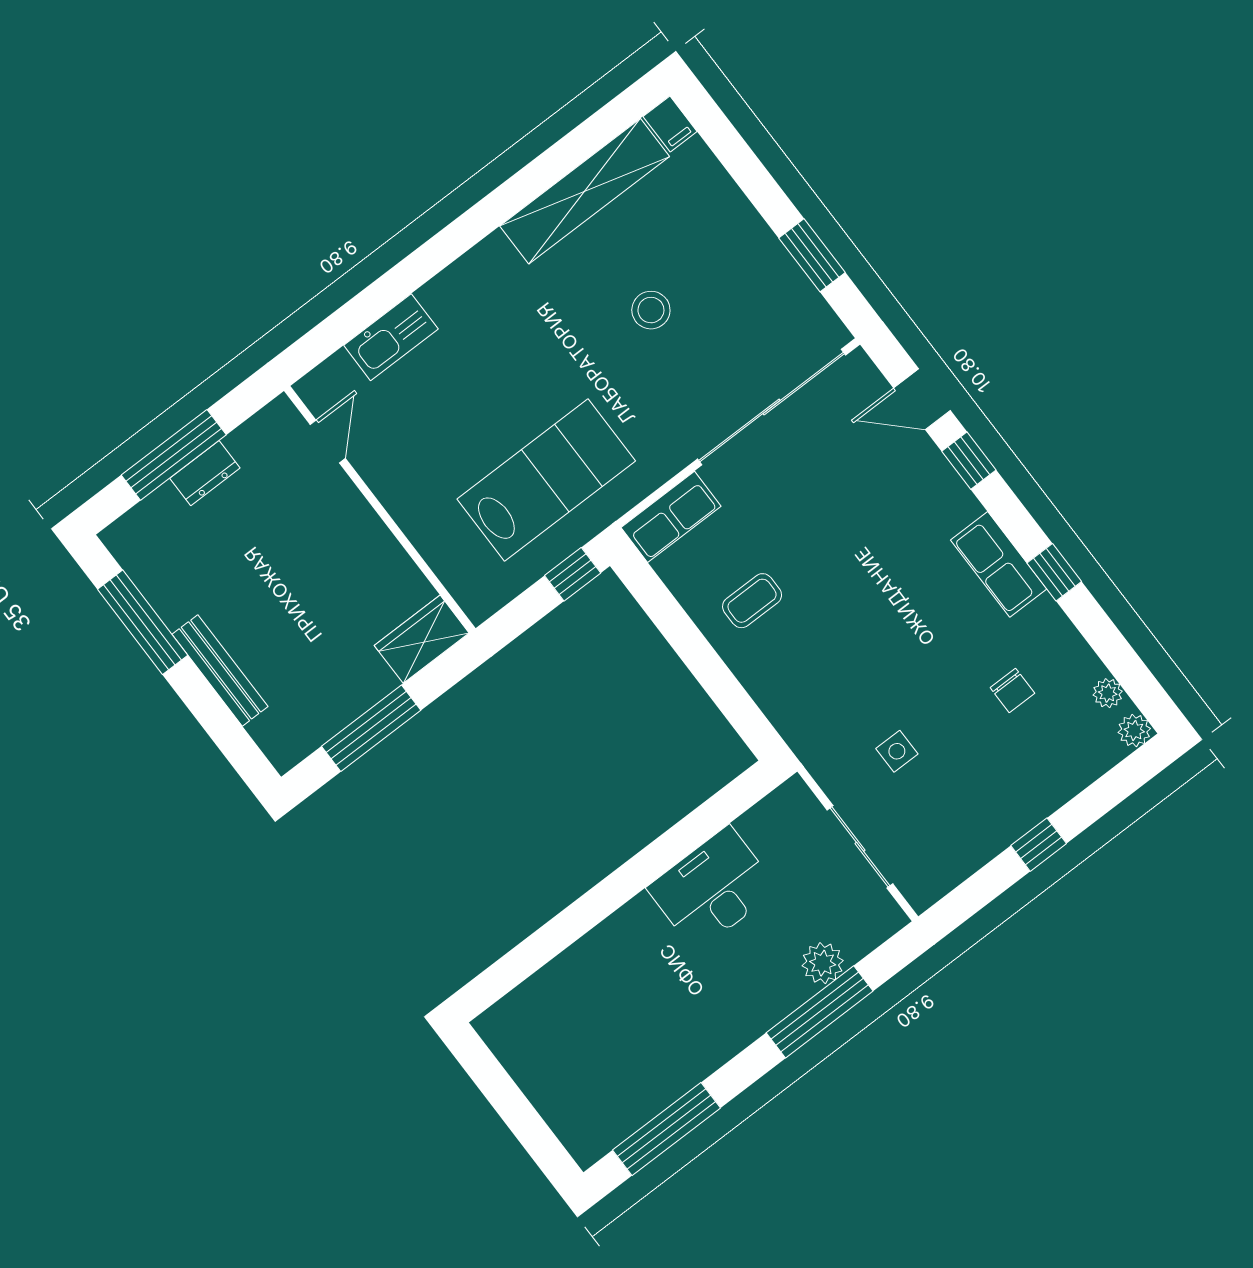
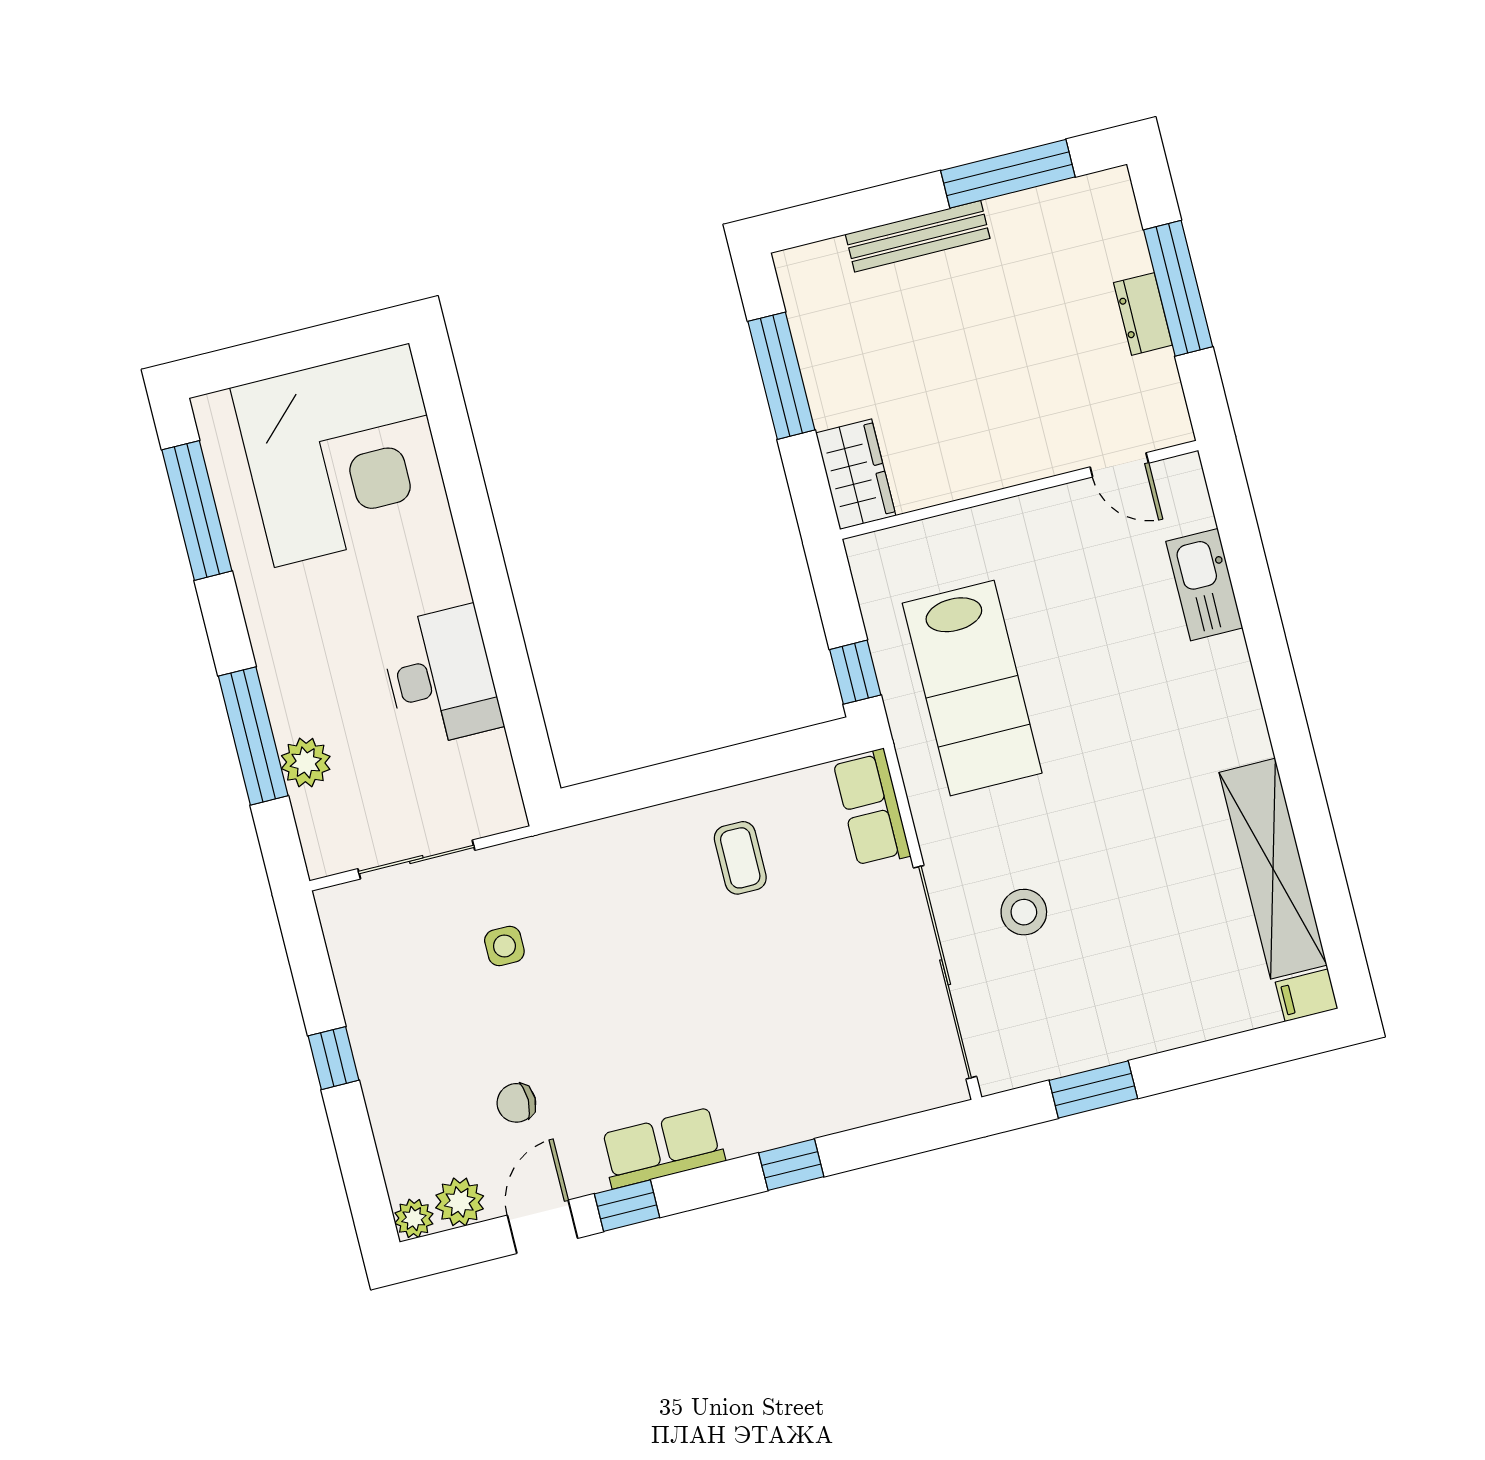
stool: (651, 310) -> (1024, 912), moved
door: (922, 399) -> (542, 1227), moved
plant: (1108, 693) -> (460, 1202), width x1.38, depth x1.38
corner desk: (577, 1037) -> (342, 455), added

